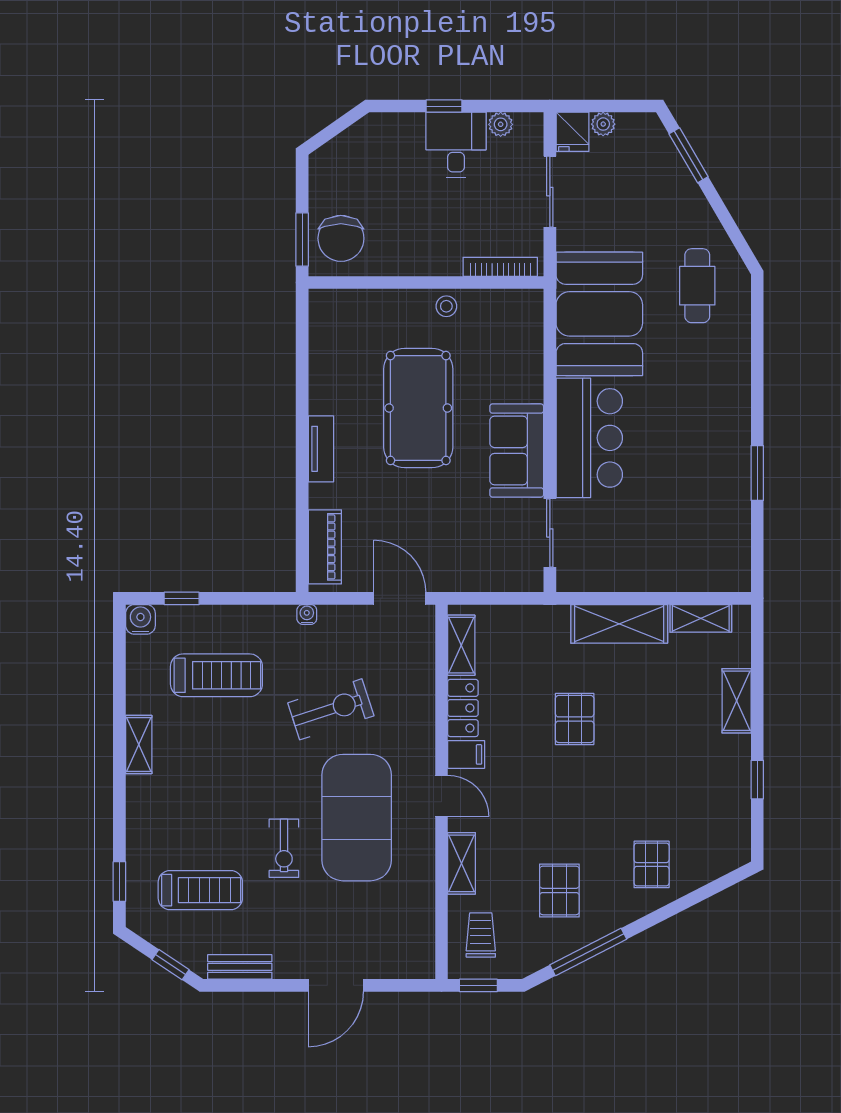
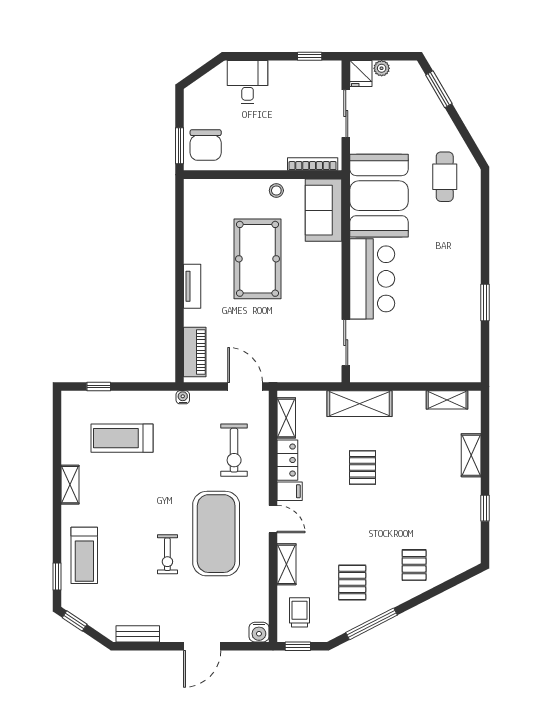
window: (444, 106) -> (310, 56), moved
plant: (501, 124) -> (313, 68), removed
desk: (456, 145) -> (248, 82), moved
sofa: (517, 450) -> (324, 210), moved
water cooler: (140, 619) -> (259, 632), moved, turned 180
shelving: (619, 624) -> (360, 404), moved
treadmill: (216, 675) -> (122, 438), turned 180
exercise bike: (331, 709) -> (234, 450), moved, turned 108
treadmill: (200, 890) -> (84, 555), moved, turned 90
window: (170, 965) -> (75, 621), moved

